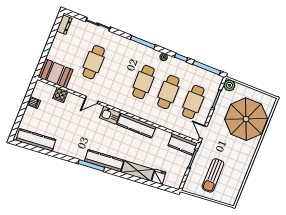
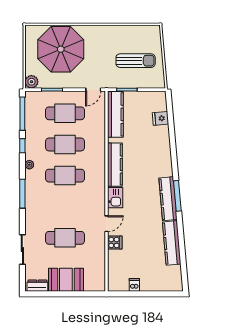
booth: (55, 73) -> (66, 280), moved, turned 90
cooker: (60, 95) -> (115, 242), moved
door: (92, 100) -> (106, 224), hinge flipped
kitchen counter: (36, 140) -> (172, 243), moved
kitchen counter: (183, 144) -> (115, 114), width x1.50
kitchen counter: (104, 161) -> (168, 199), moved
shelving: (138, 171) -> (163, 144), removed

